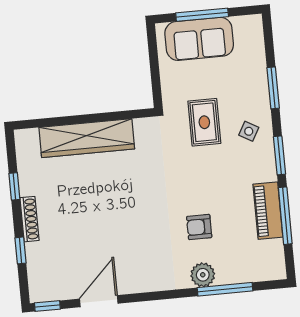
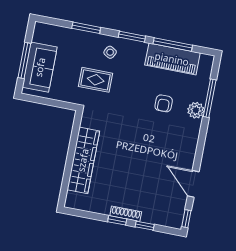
window: (14, 186) -> (117, 220), moved
piano: (268, 211) -> (172, 59), width x1.37, depth x1.33

